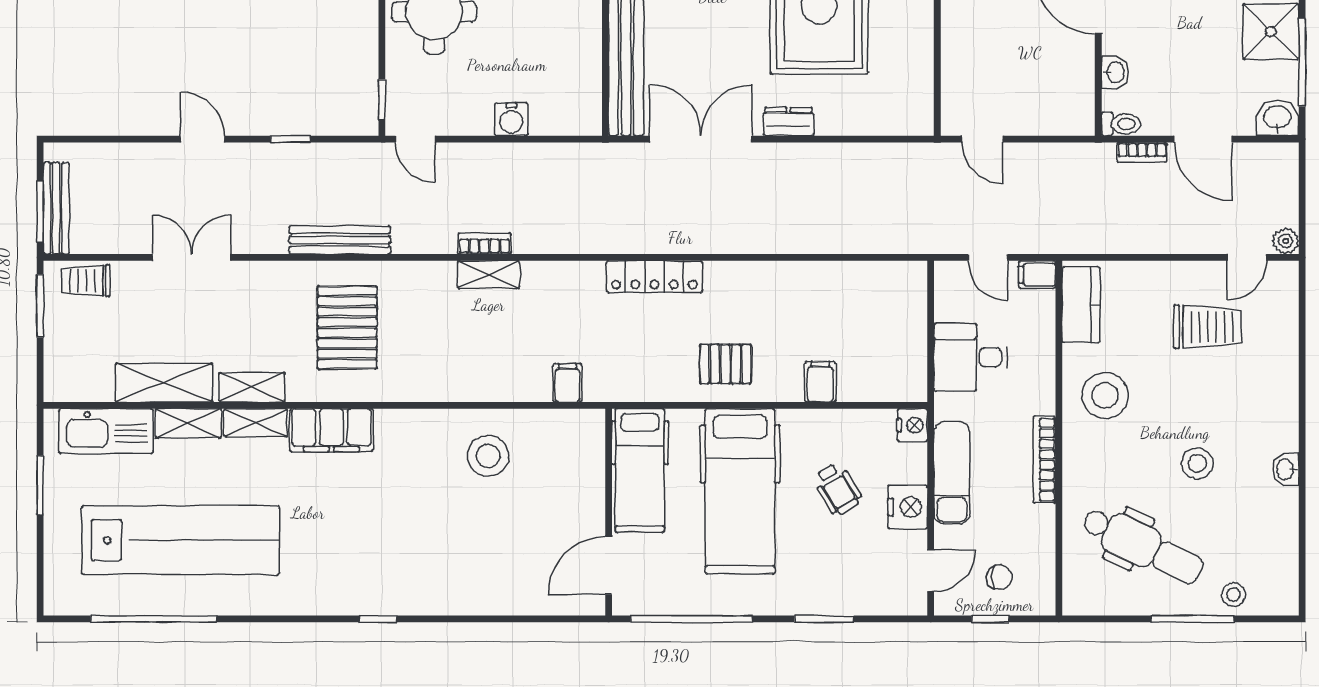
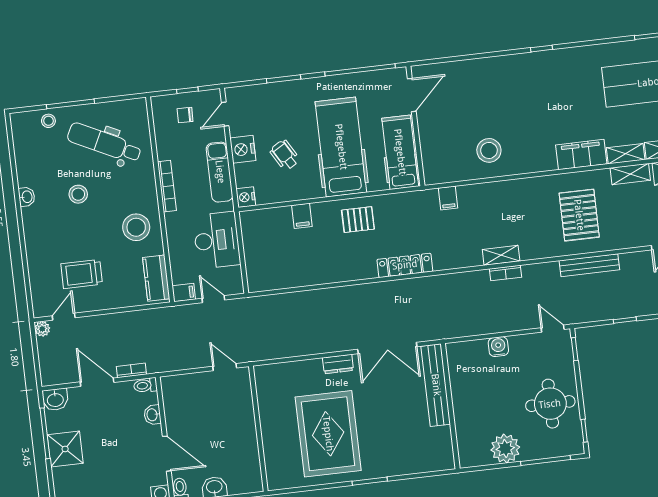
desk: (971, 357) -> (217, 240), width x1.37

